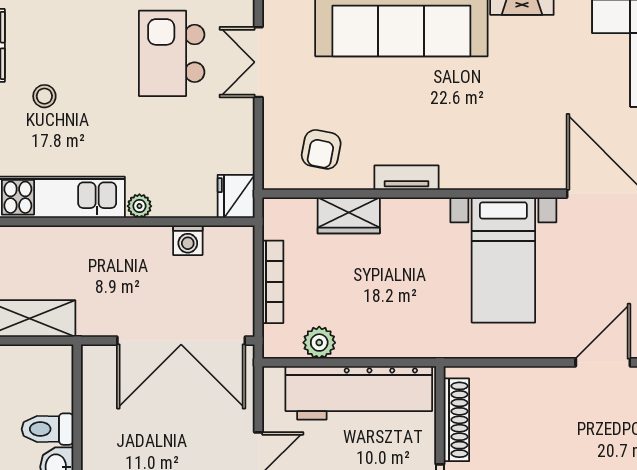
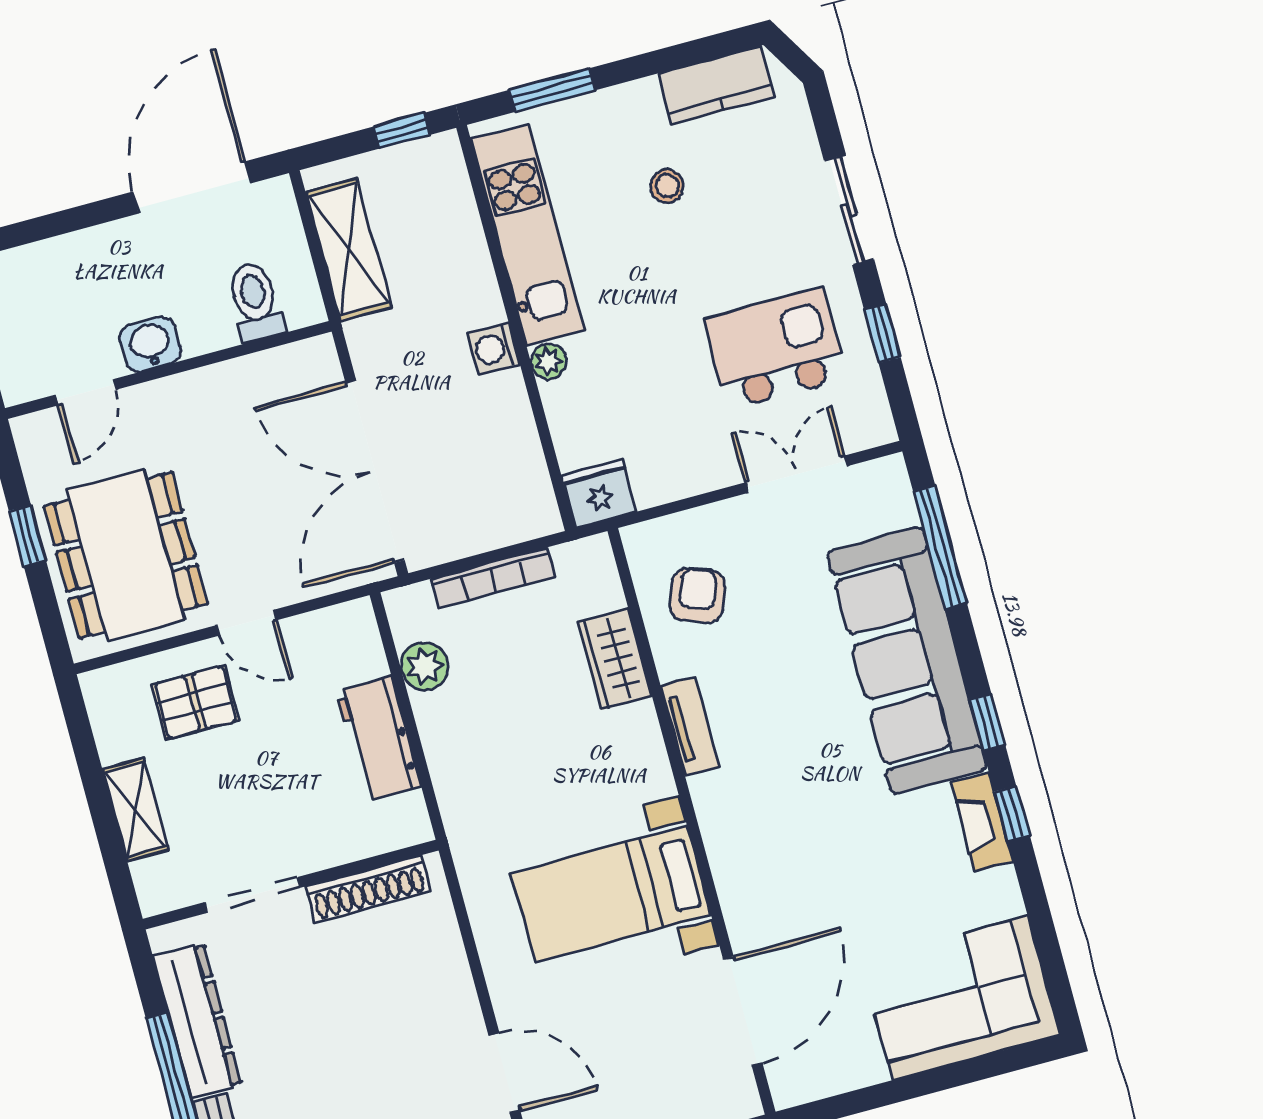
armchair: (321, 149) -> (697, 596), turned 100
washing machine: (188, 240) -> (493, 349), moved
workbench: (359, 393) -> (378, 739), width x0.53, depth x0.76
toilet: (47, 429) -> (255, 302), moved

